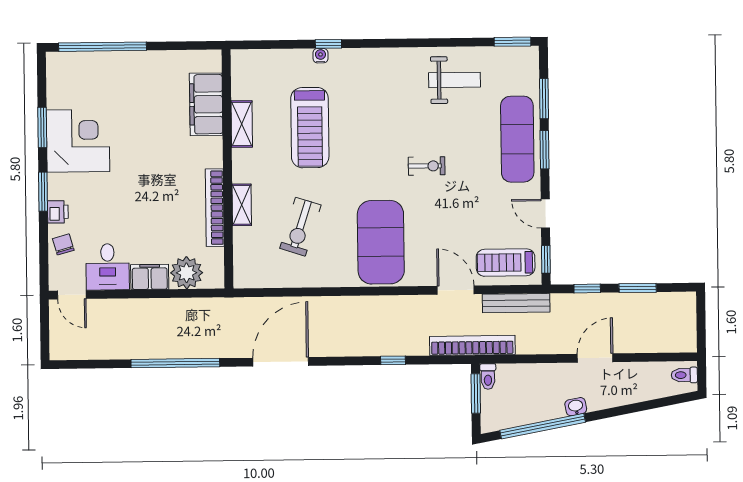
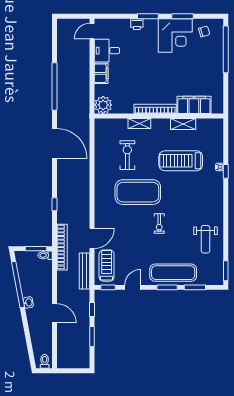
bookcase: (215, 208) -> (155, 109), moved
exercise bike: (300, 227) -> (127, 155), turned 72
exercise mat: (381, 242) -> (138, 192), moved
chair: (63, 244) -> (204, 31), moved
plant: (187, 273) -> (103, 105), moved

